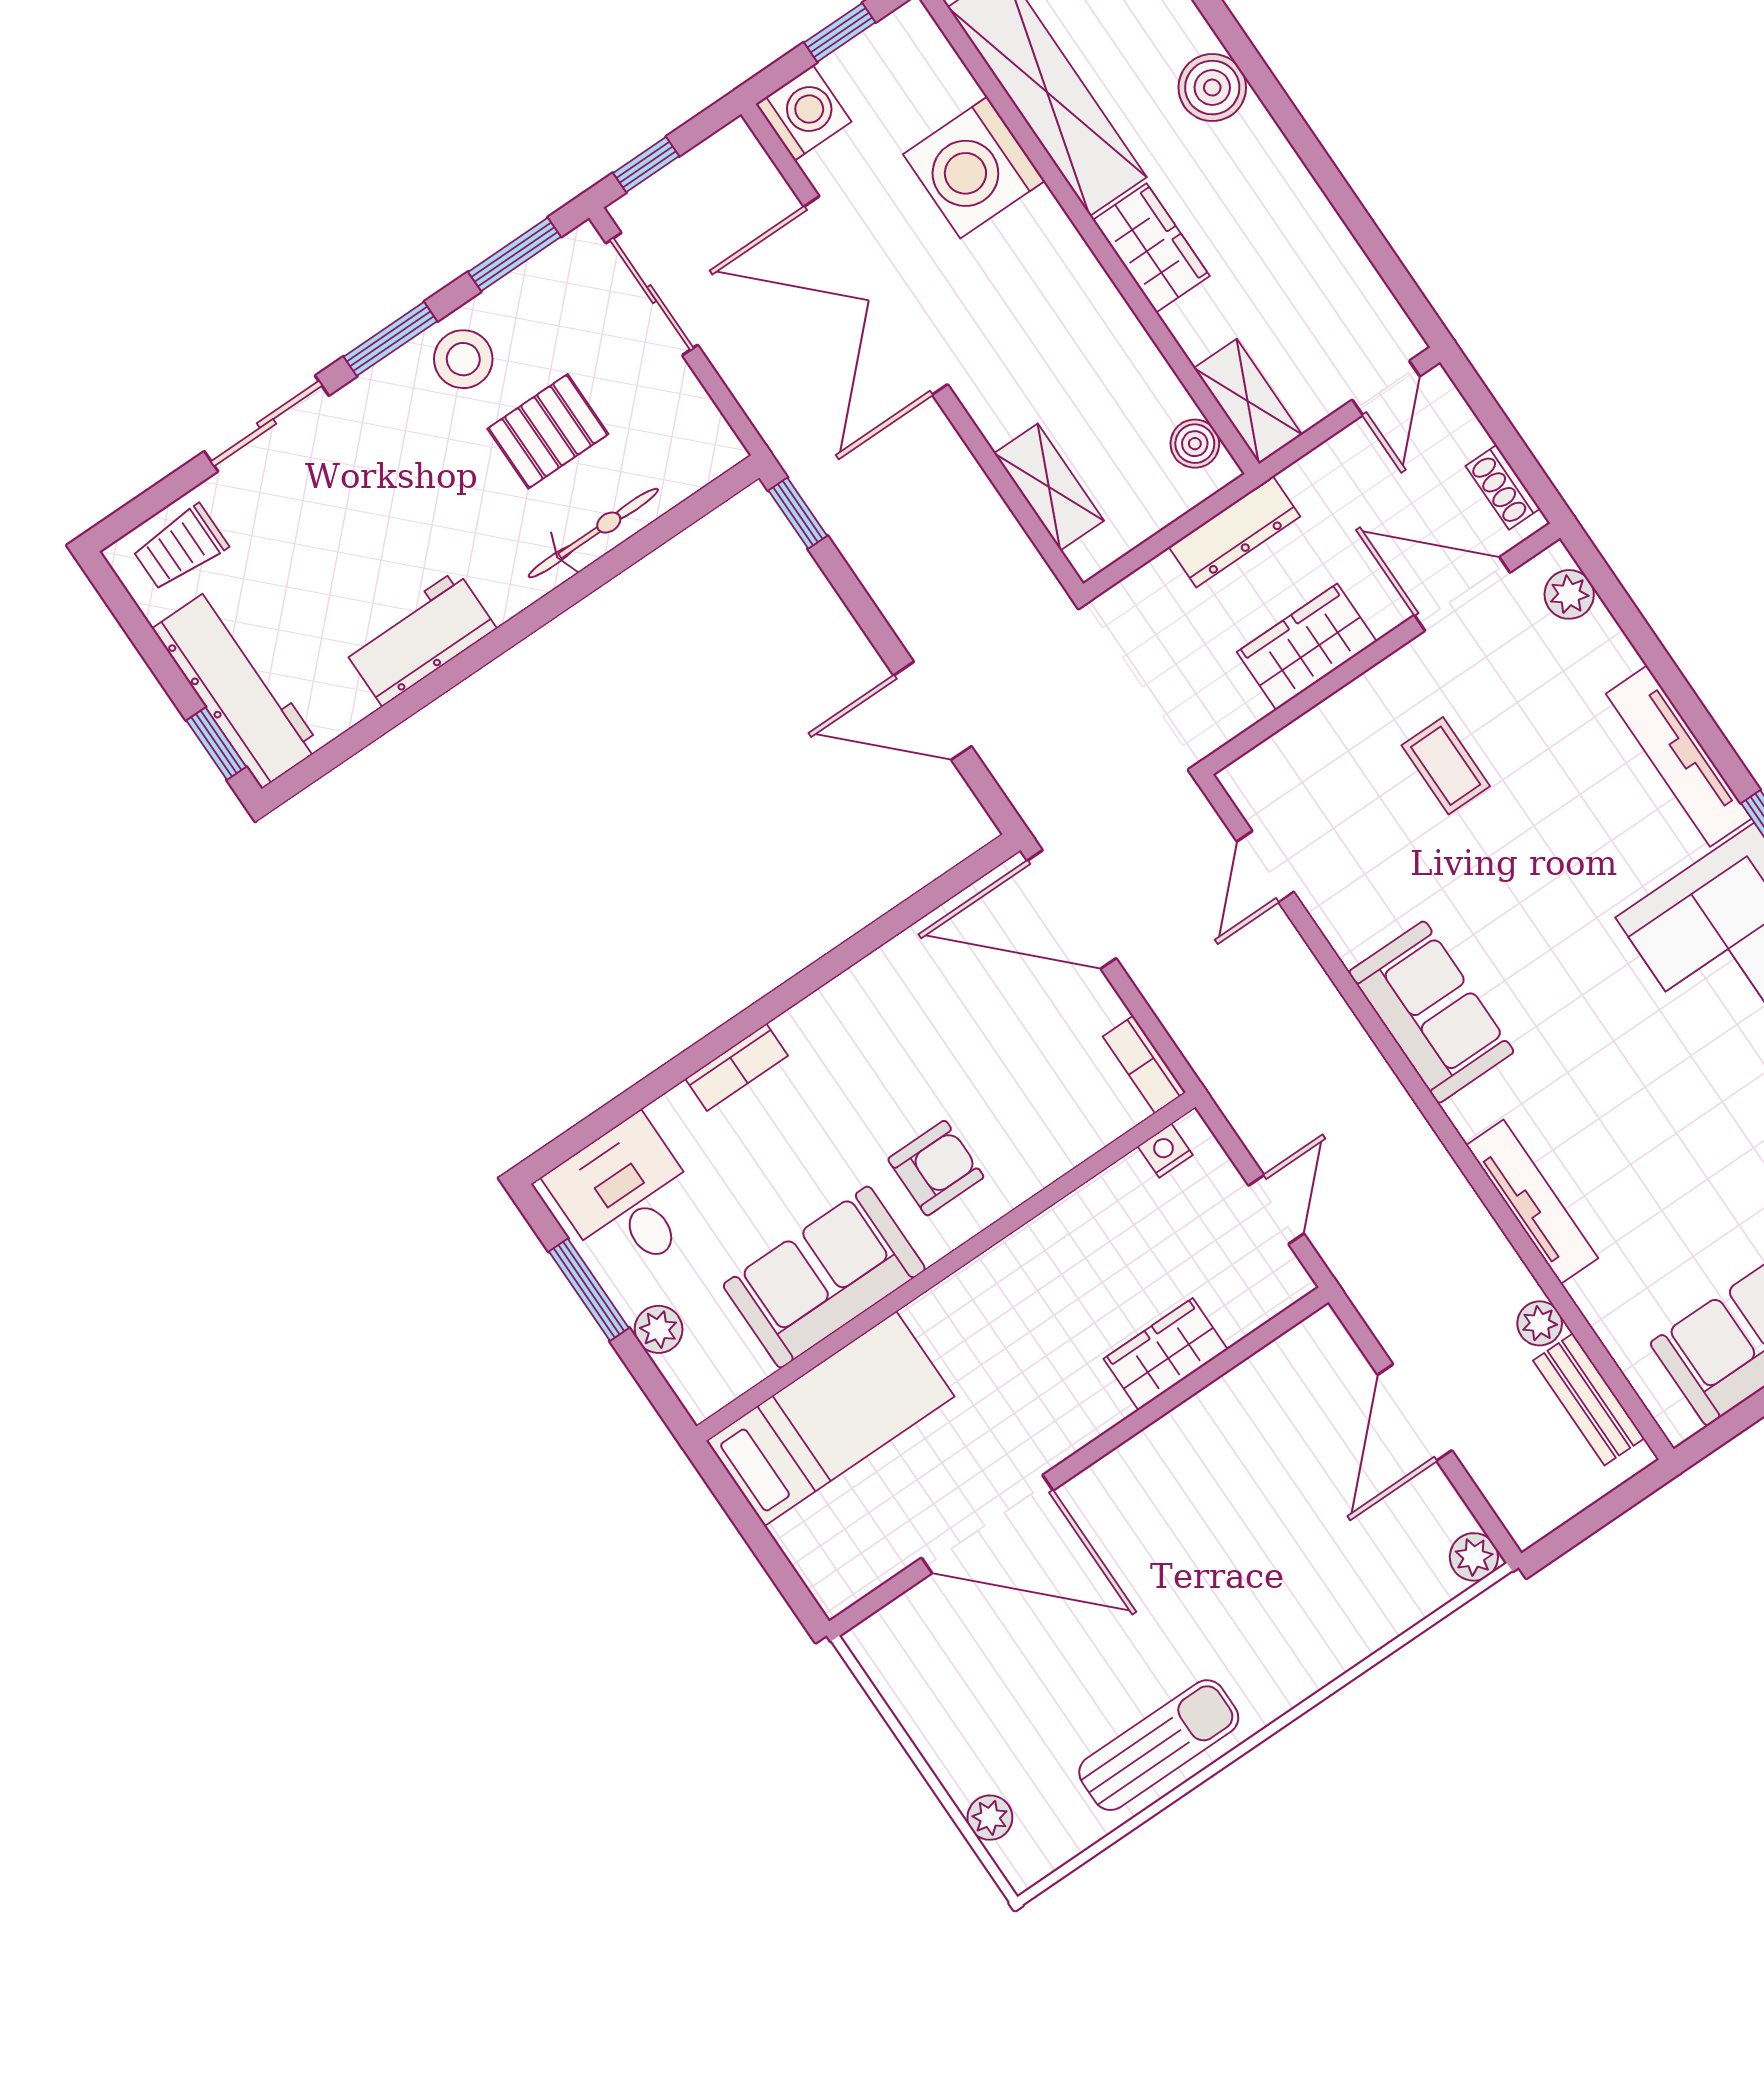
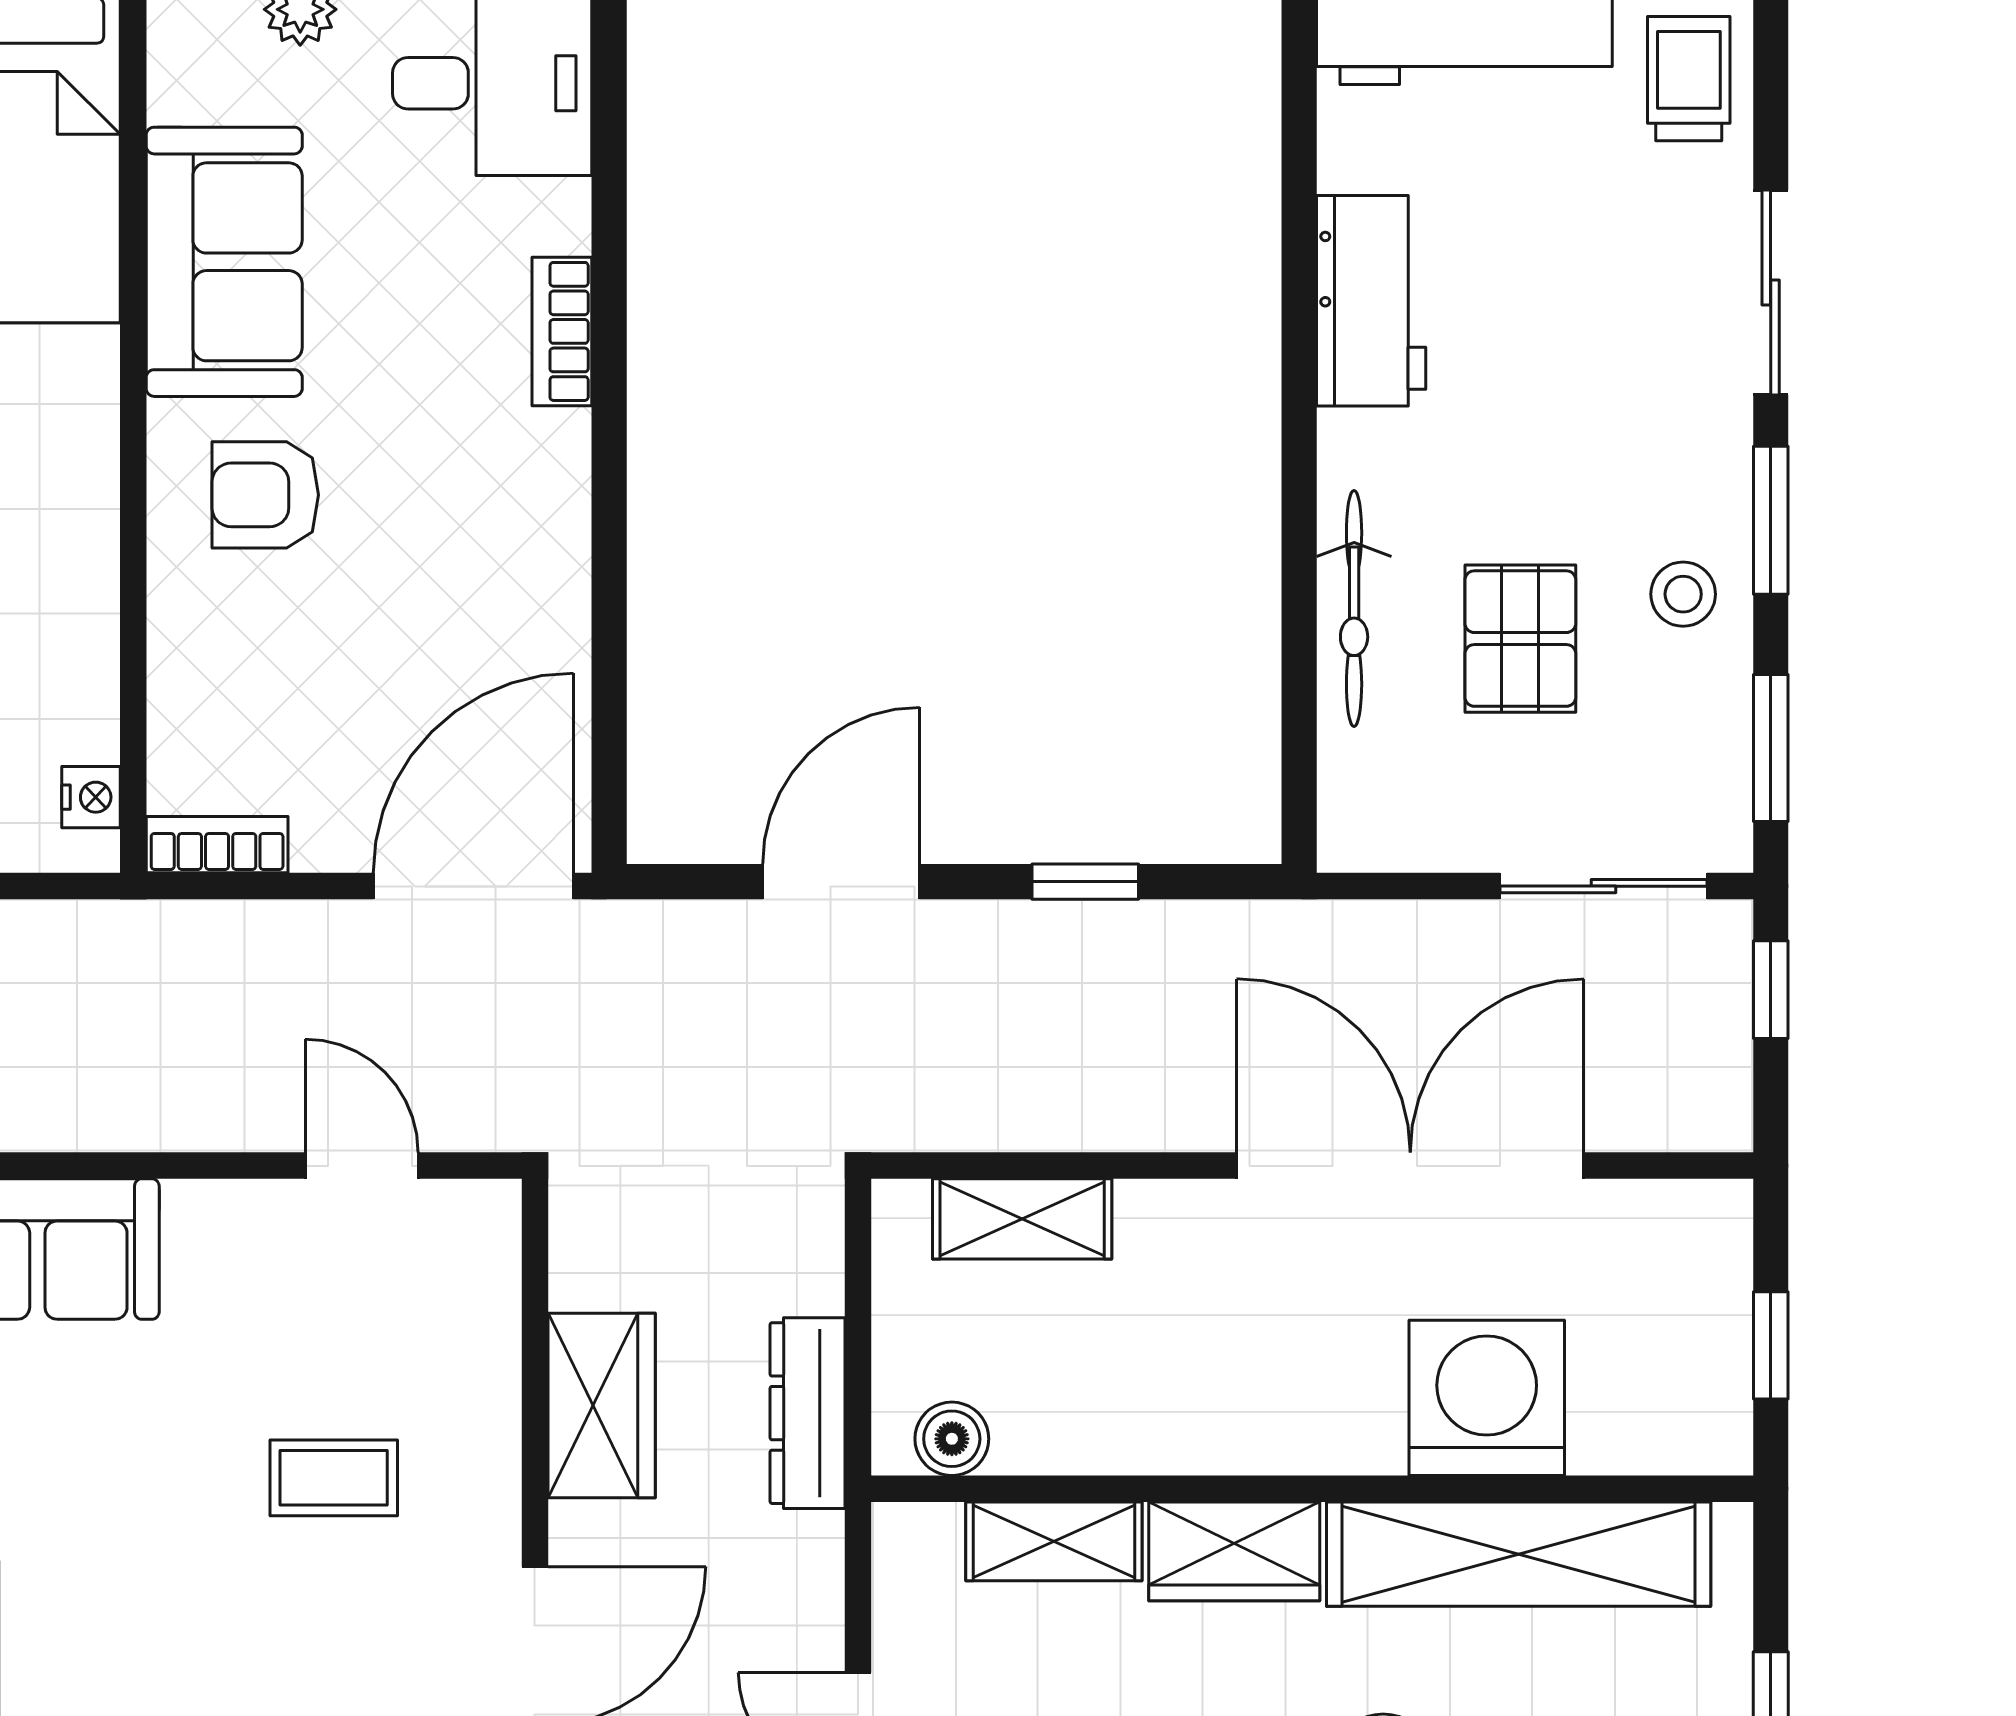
washing machine: (804, 113) -> (1701, 1231), removed
stool: (463, 359) -> (1683, 594), width x0.73, depth x0.73
shelving: (1248, 401) -> (1054, 1541), moved
window: (798, 513) -> (1085, 882), moved
armchair: (936, 1168) -> (265, 495), turned 90

